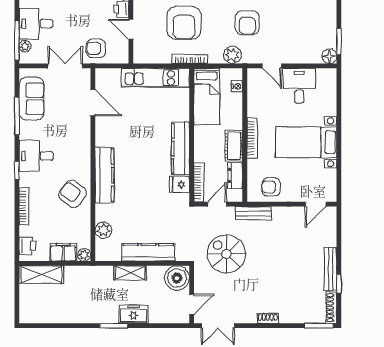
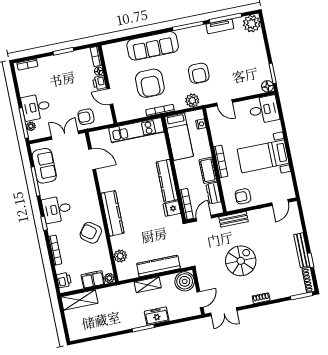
desk: (299, 86) -> (264, 110), moved, turned 90
spiral stairs: (226, 254) -> (241, 261), moved, turned 90

